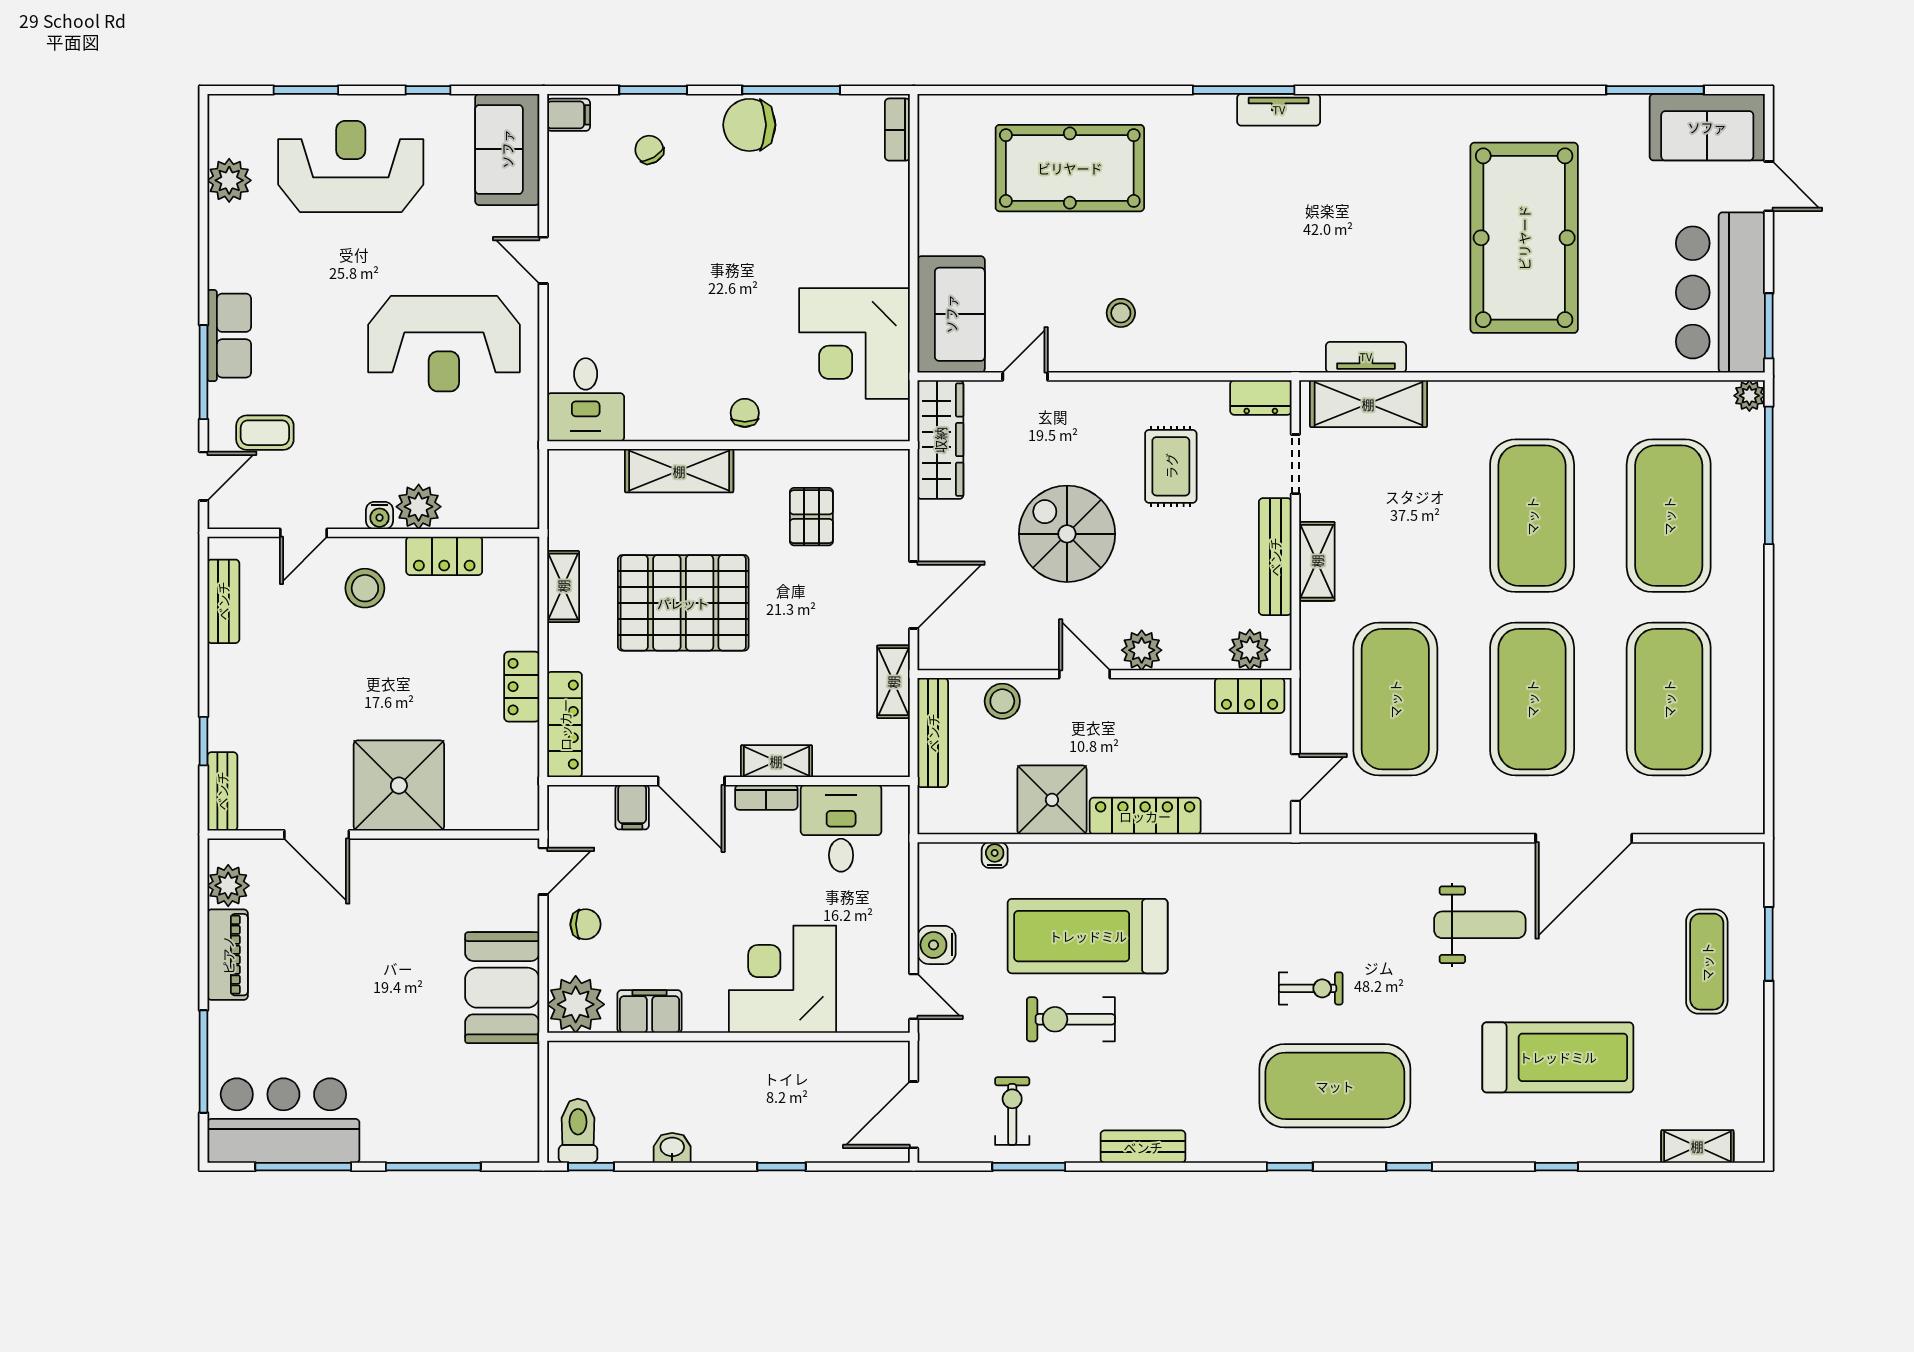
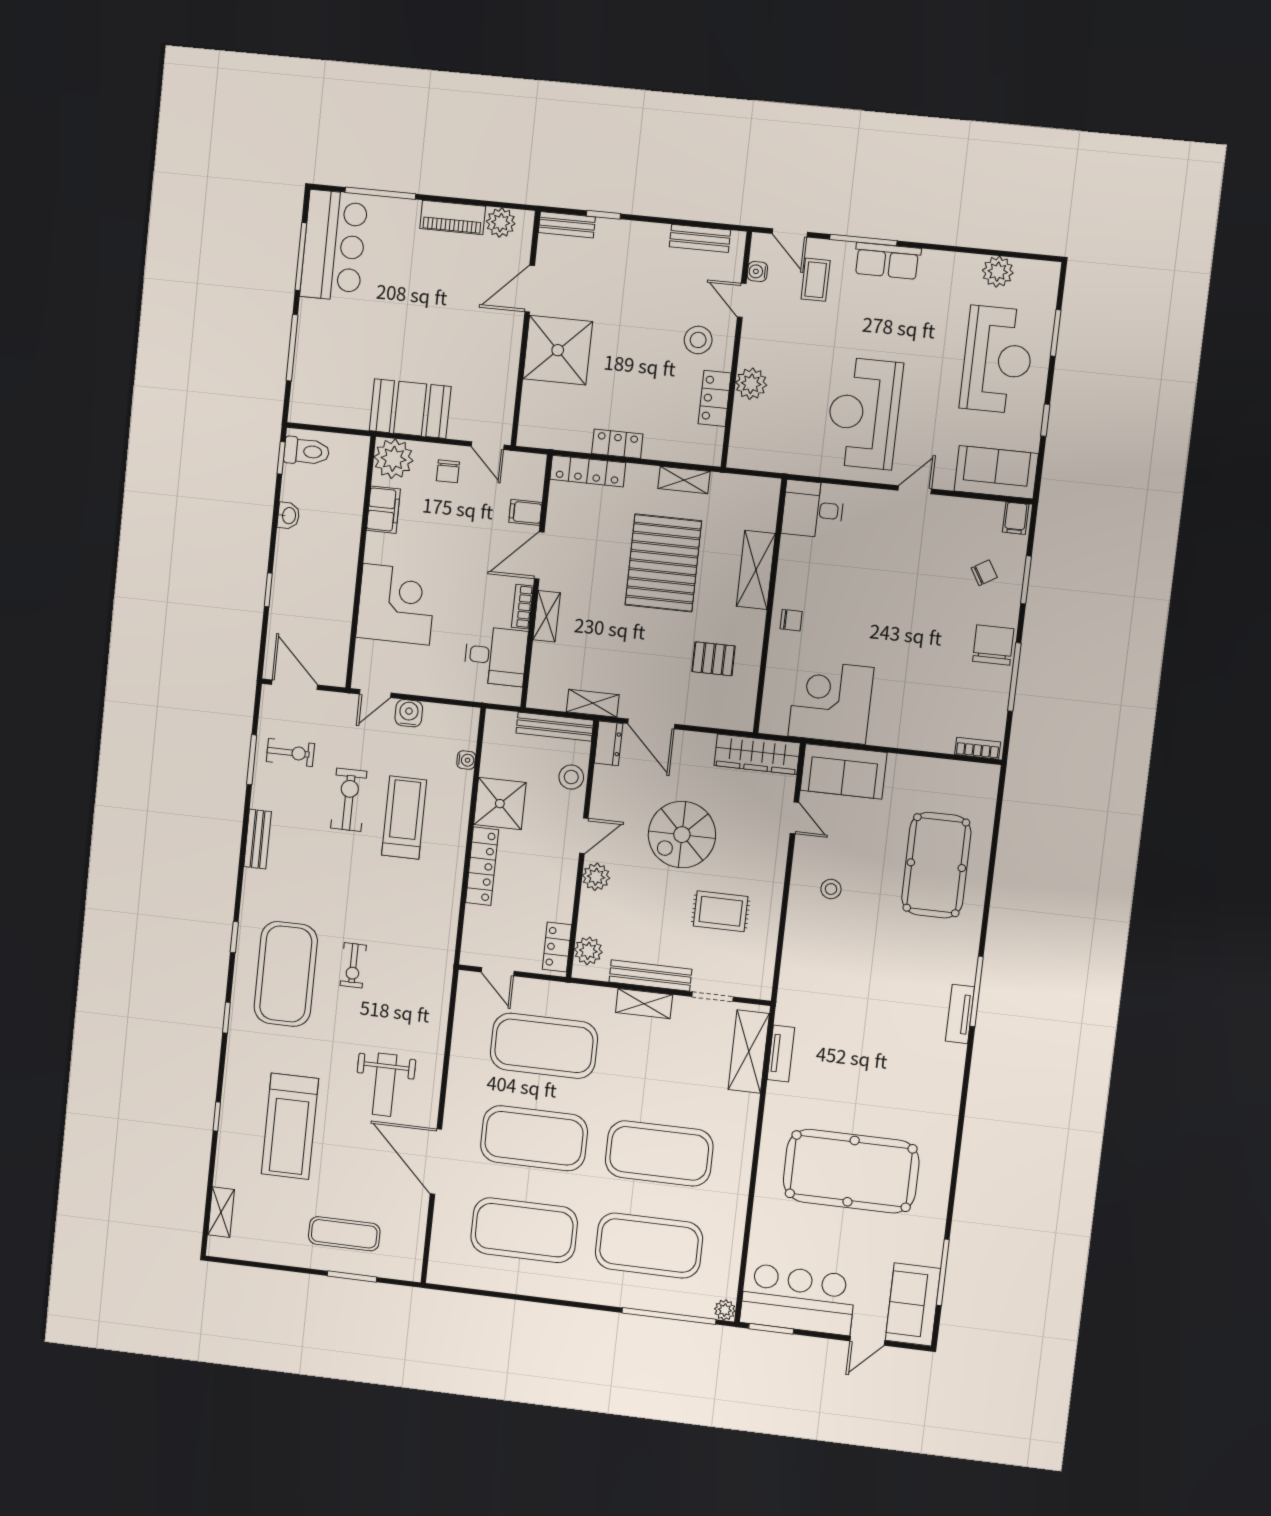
dresser: (1261, 397) -> (609, 743), moved, turned 180
water cooler: (379, 515) -> (757, 272), moved
spiral stairs: (1067, 534) -> (682, 835), turned 180
treadmill: (1088, 936) -> (404, 818), width x0.73, depth x0.73

